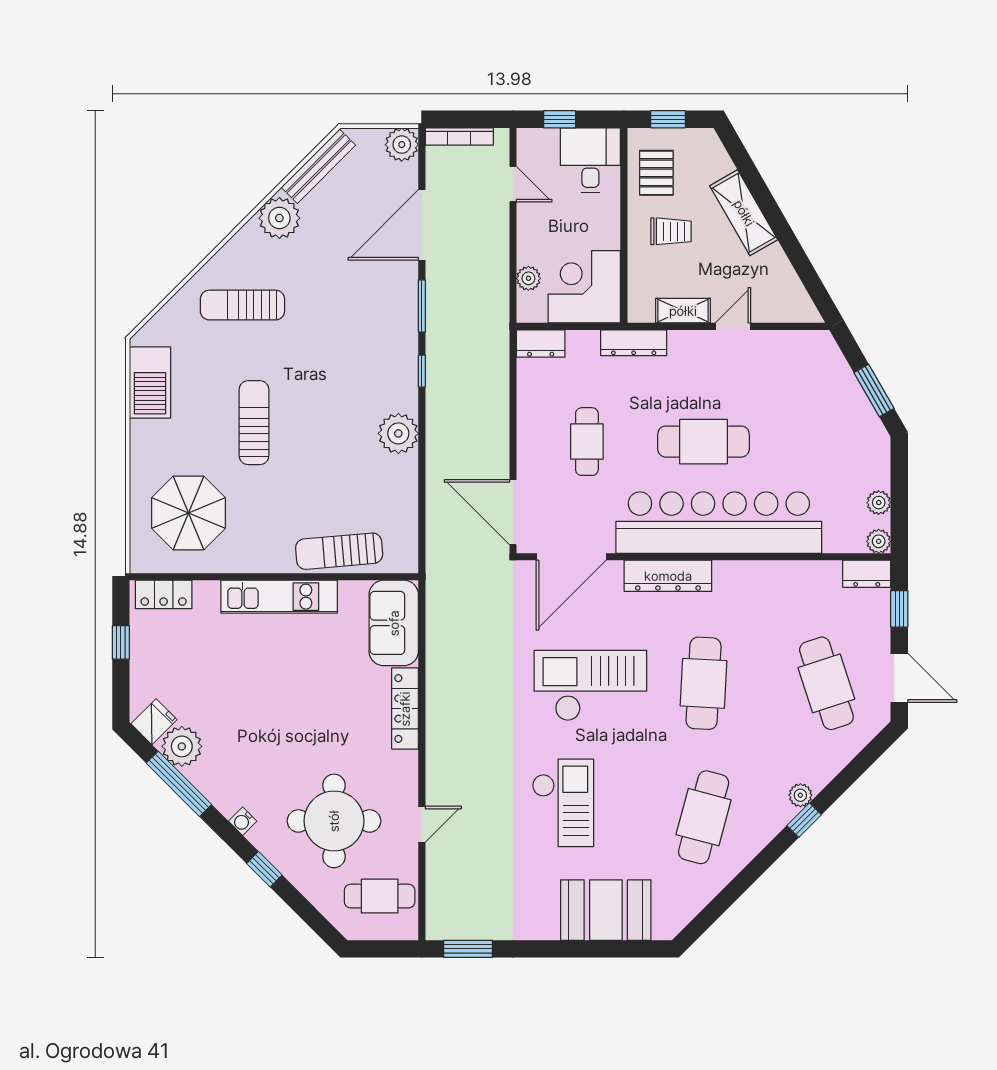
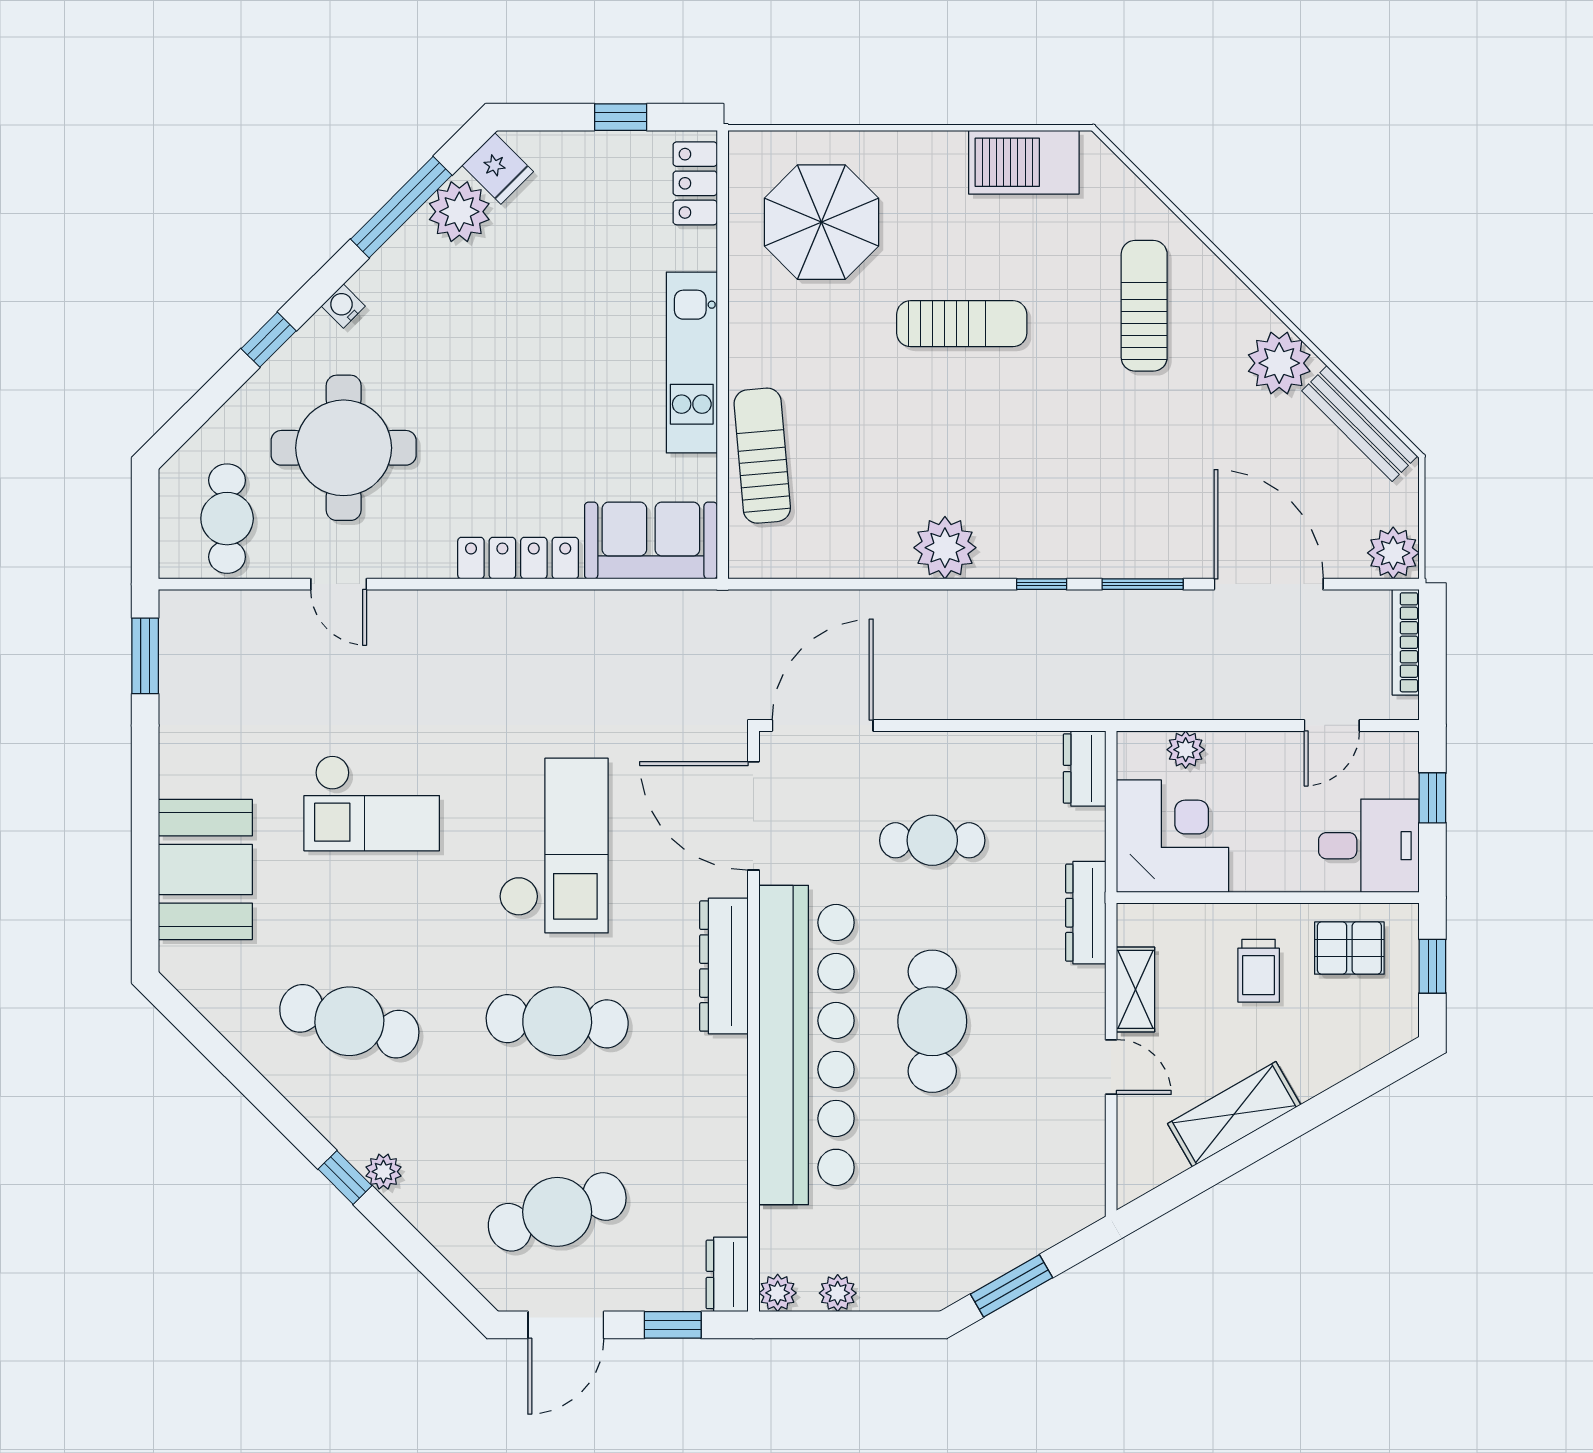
shelving: (744, 213) -> (1234, 1114), moved

